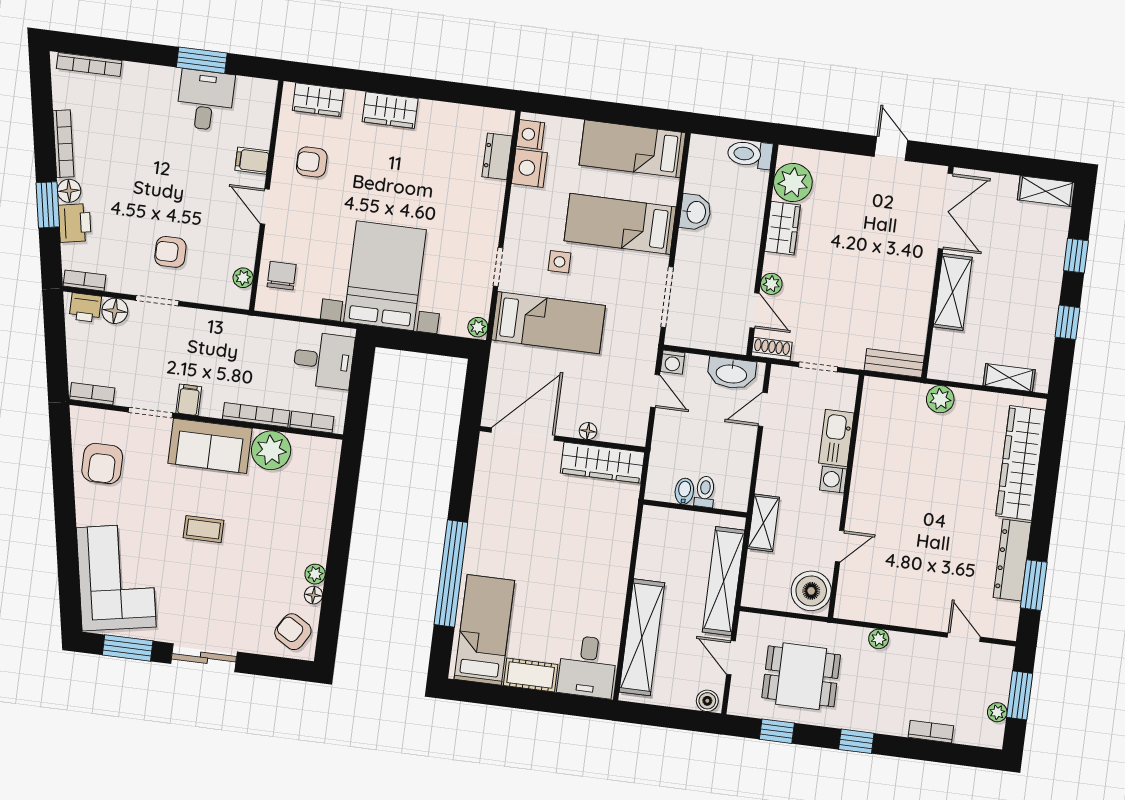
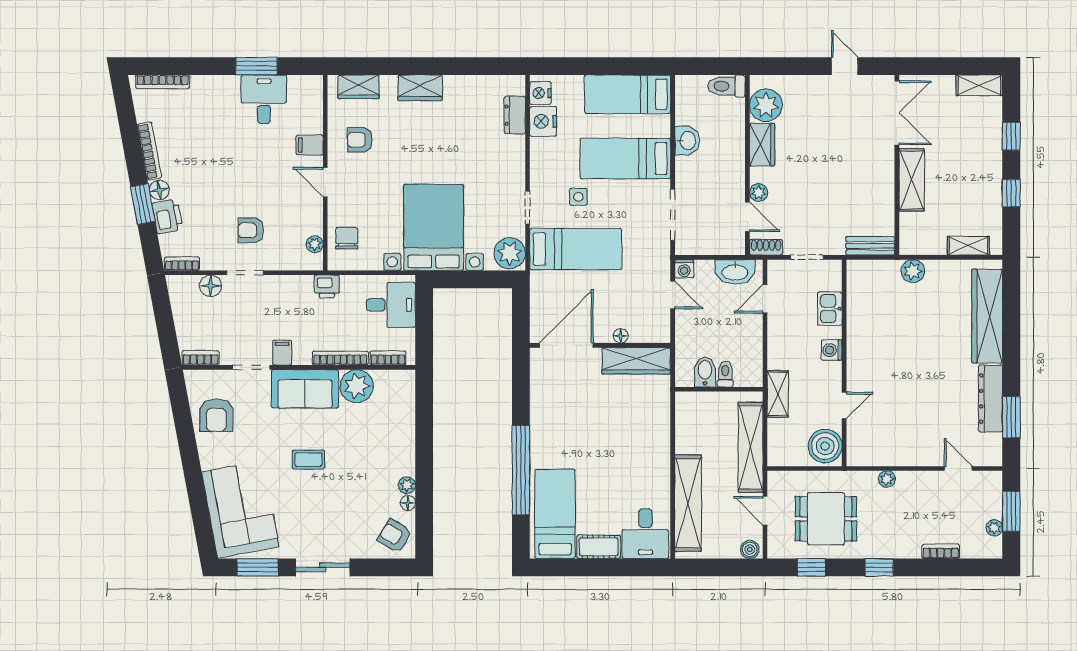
printer: (85, 308) -> (327, 286), moved
plant: (478, 327) -> (510, 253), width x1.88, depth x1.88
kitchen sink: (836, 438) -> (830, 309), width x0.73
bidet: (684, 491) -> (705, 372), width x1.38, depth x1.36

